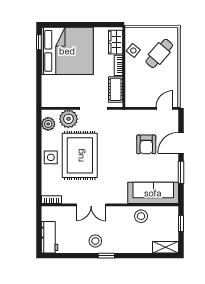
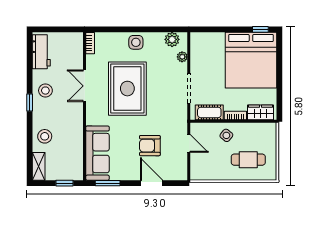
side table: (133, 50) -> (226, 135), moved
cafe table: (159, 53) -> (248, 160), turned -41
door: (164, 108) -> (189, 143), moved
plant: (68, 119) -> (182, 57), width x0.53, depth x0.53
rug: (80, 155) -> (127, 89), moved, turned 90
window: (181, 172) -> (108, 183), moved
stool: (141, 216) -> (45, 136), moved
workbench: (50, 237) -> (41, 52), moved, turned -90

